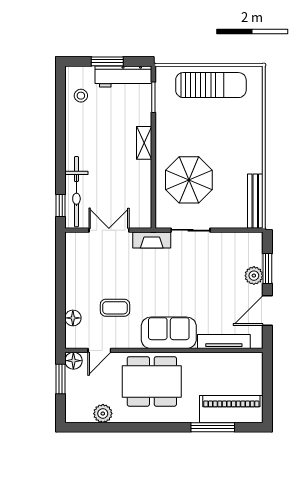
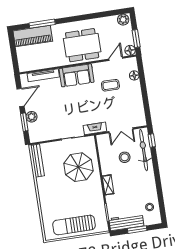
stool: (110, 185) -> (125, 157), added
plant: (103, 414) -> (123, 20), moved

